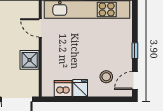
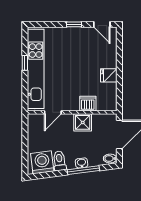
stool: (106, 77) -> (98, 51), removed
dishwasher: (63, 88) -> (88, 104), moved, turned 90

